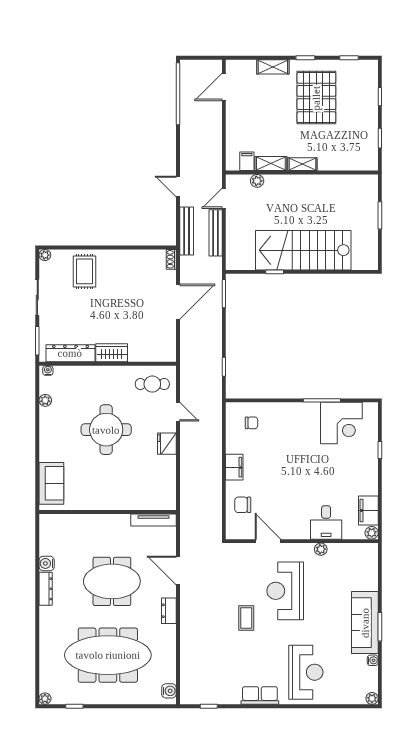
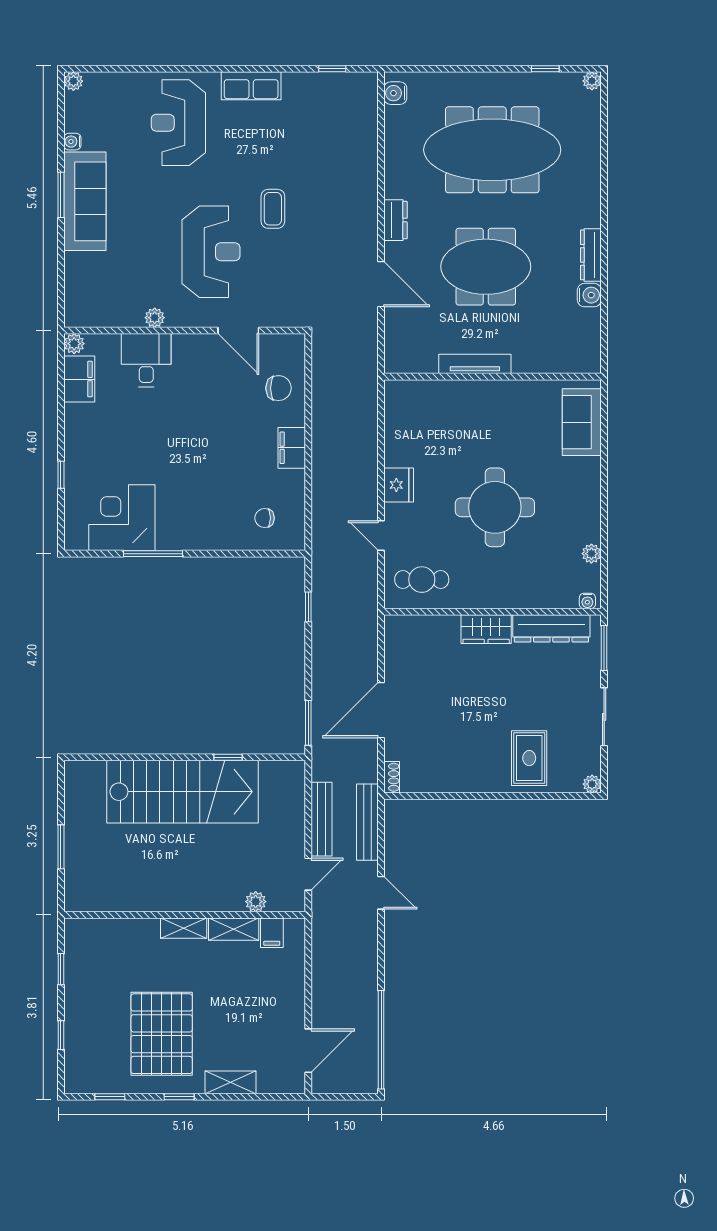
tv unit: (153, 520) -> (475, 364), moved

